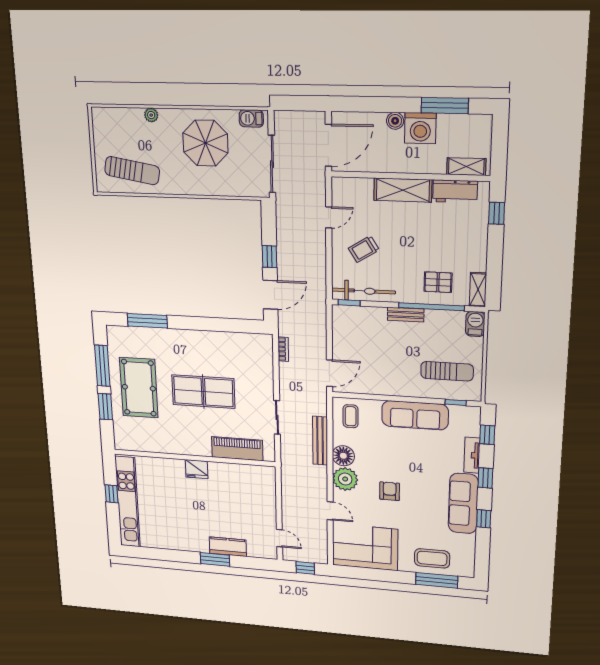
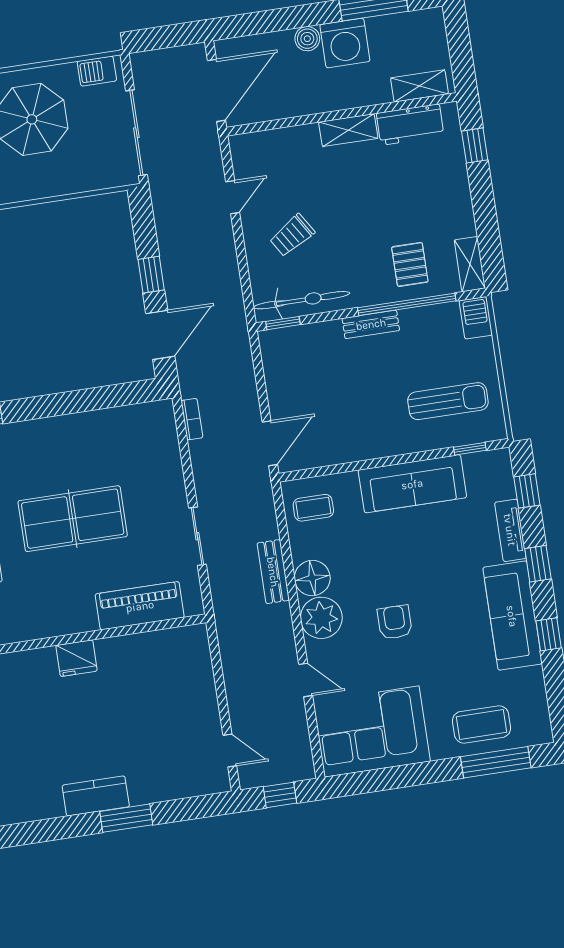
shelving: (403, 190) -> (348, 130), width x0.67, depth x0.75
pallet: (438, 282) -> (410, 264), turned 90
coffee table: (351, 416) -> (313, 508), turned 90
bench: (320, 441) -> (273, 572), width x0.73
kitchen counter: (228, 547) -> (96, 796), moved

